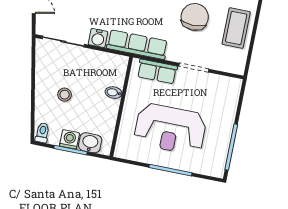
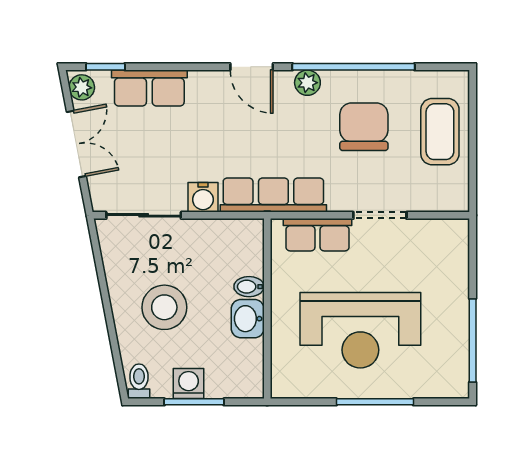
stool: (65, 95) -> (164, 307), width x1.89, depth x1.89
washbasin: (90, 143) -> (248, 319), moved, turned -90

